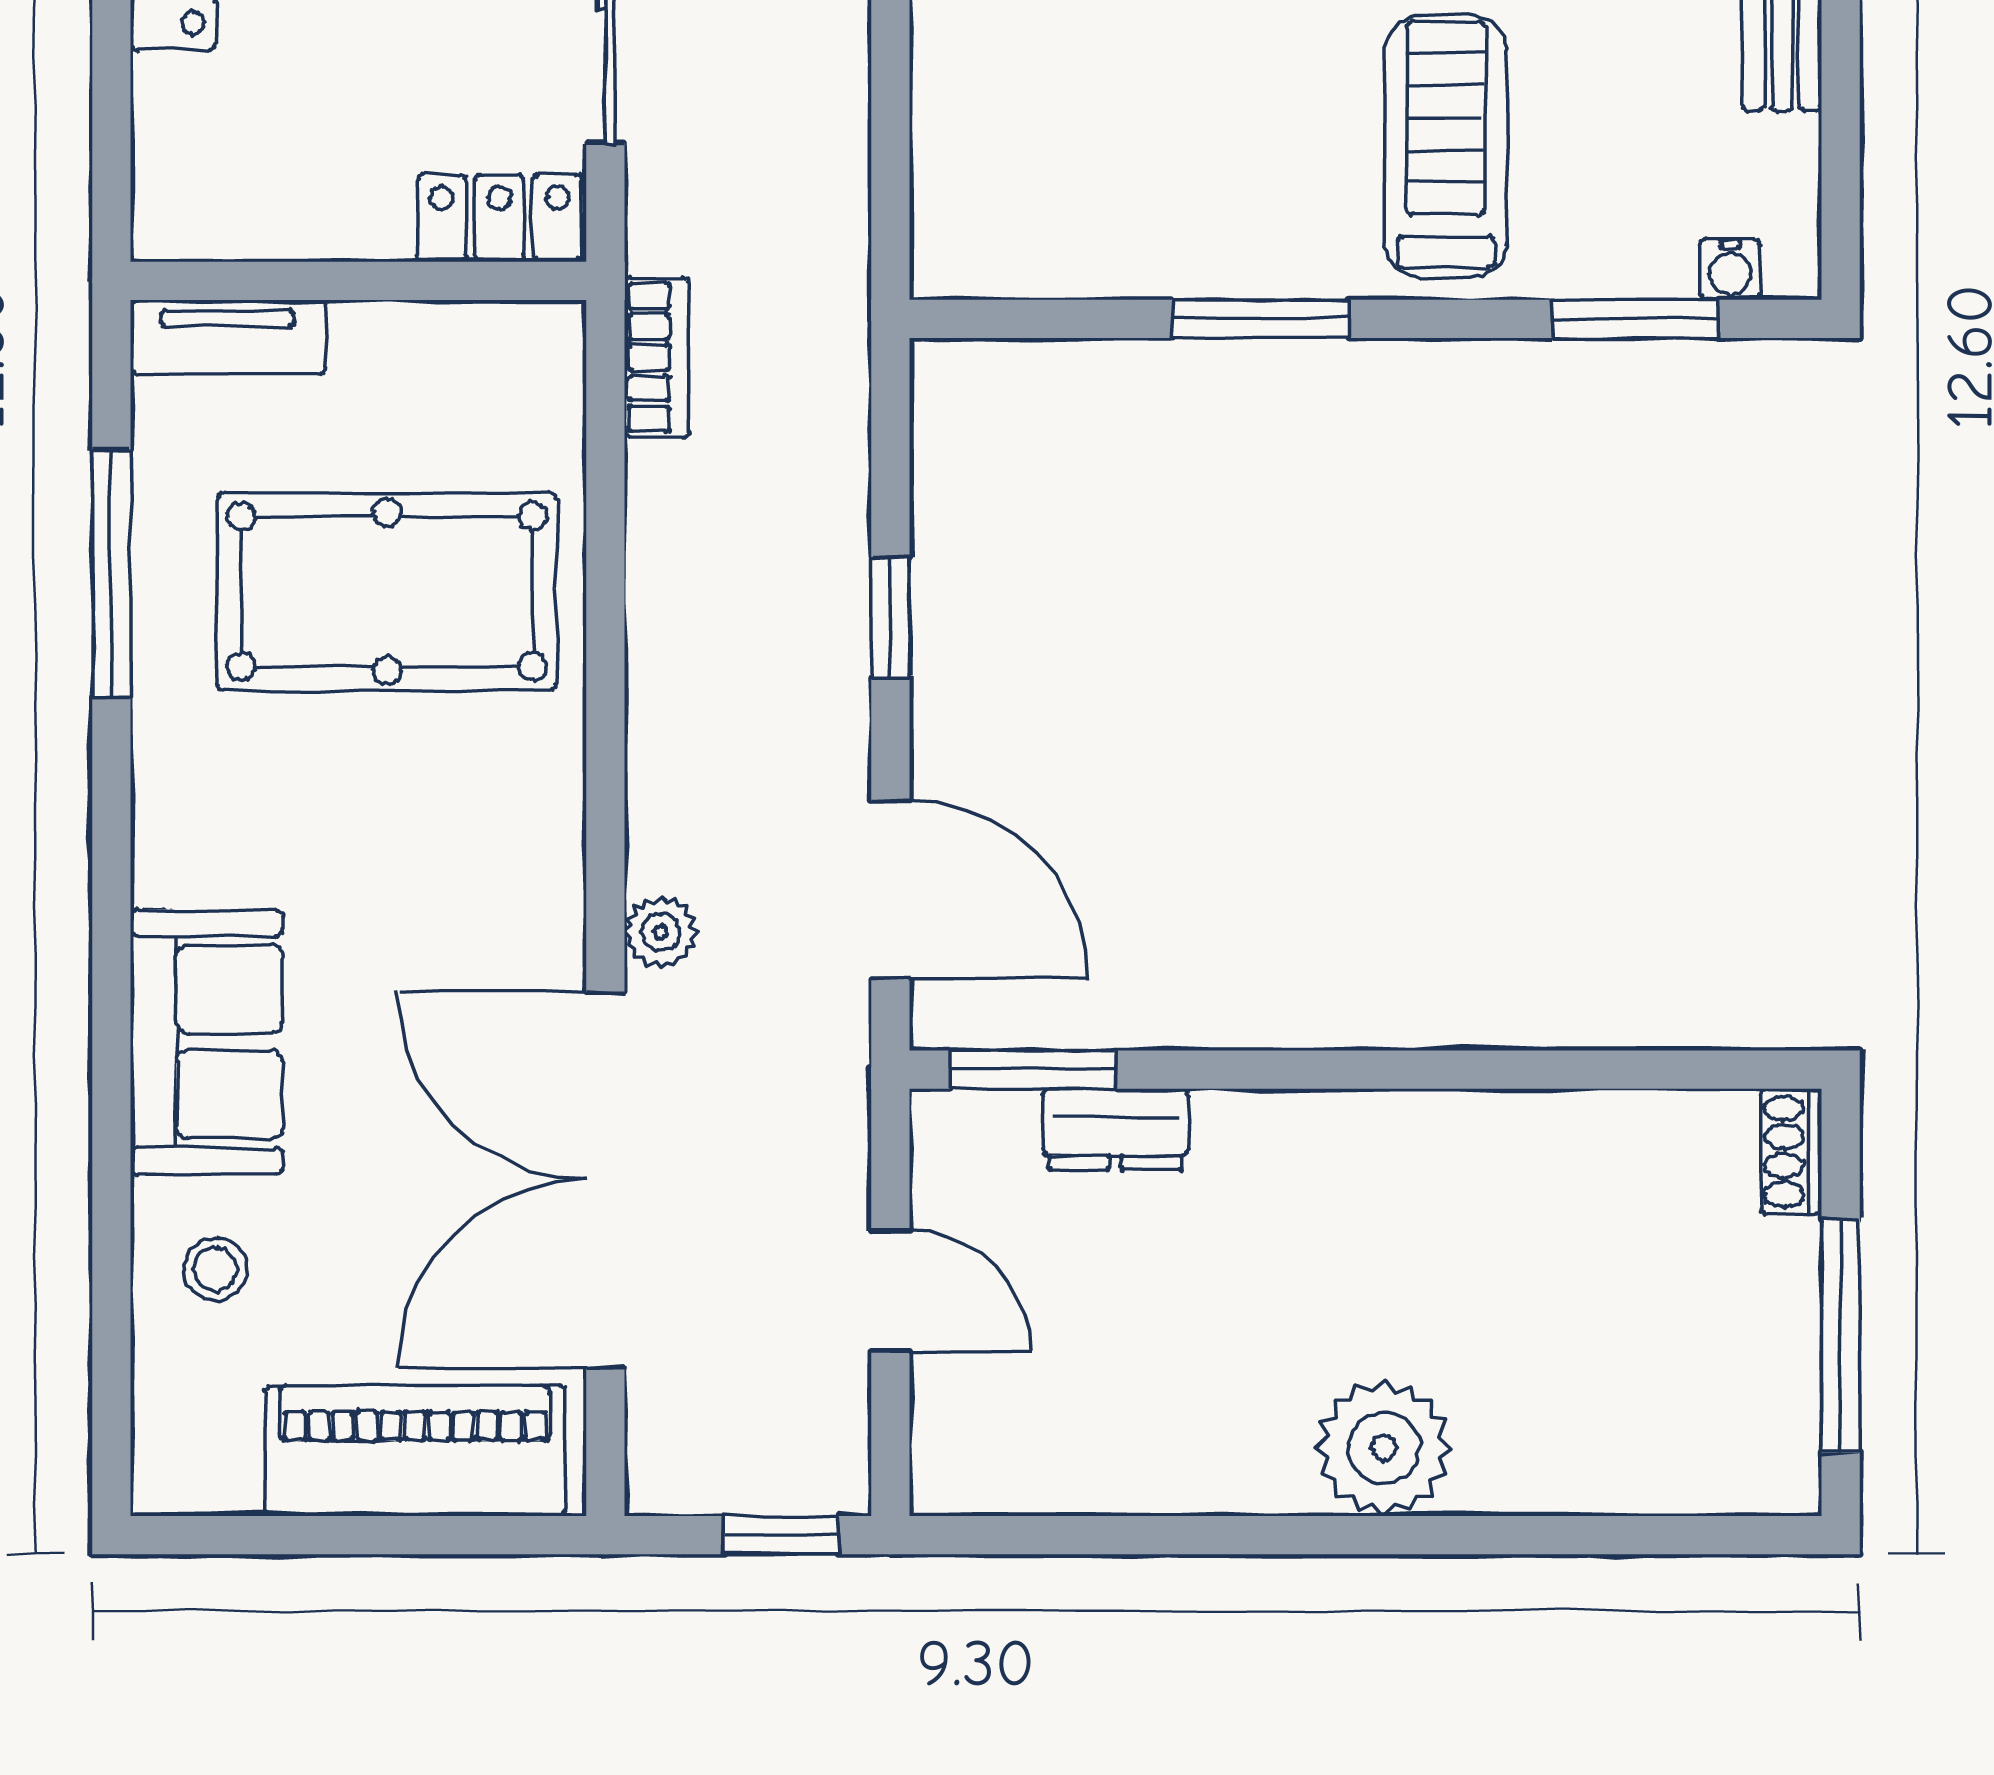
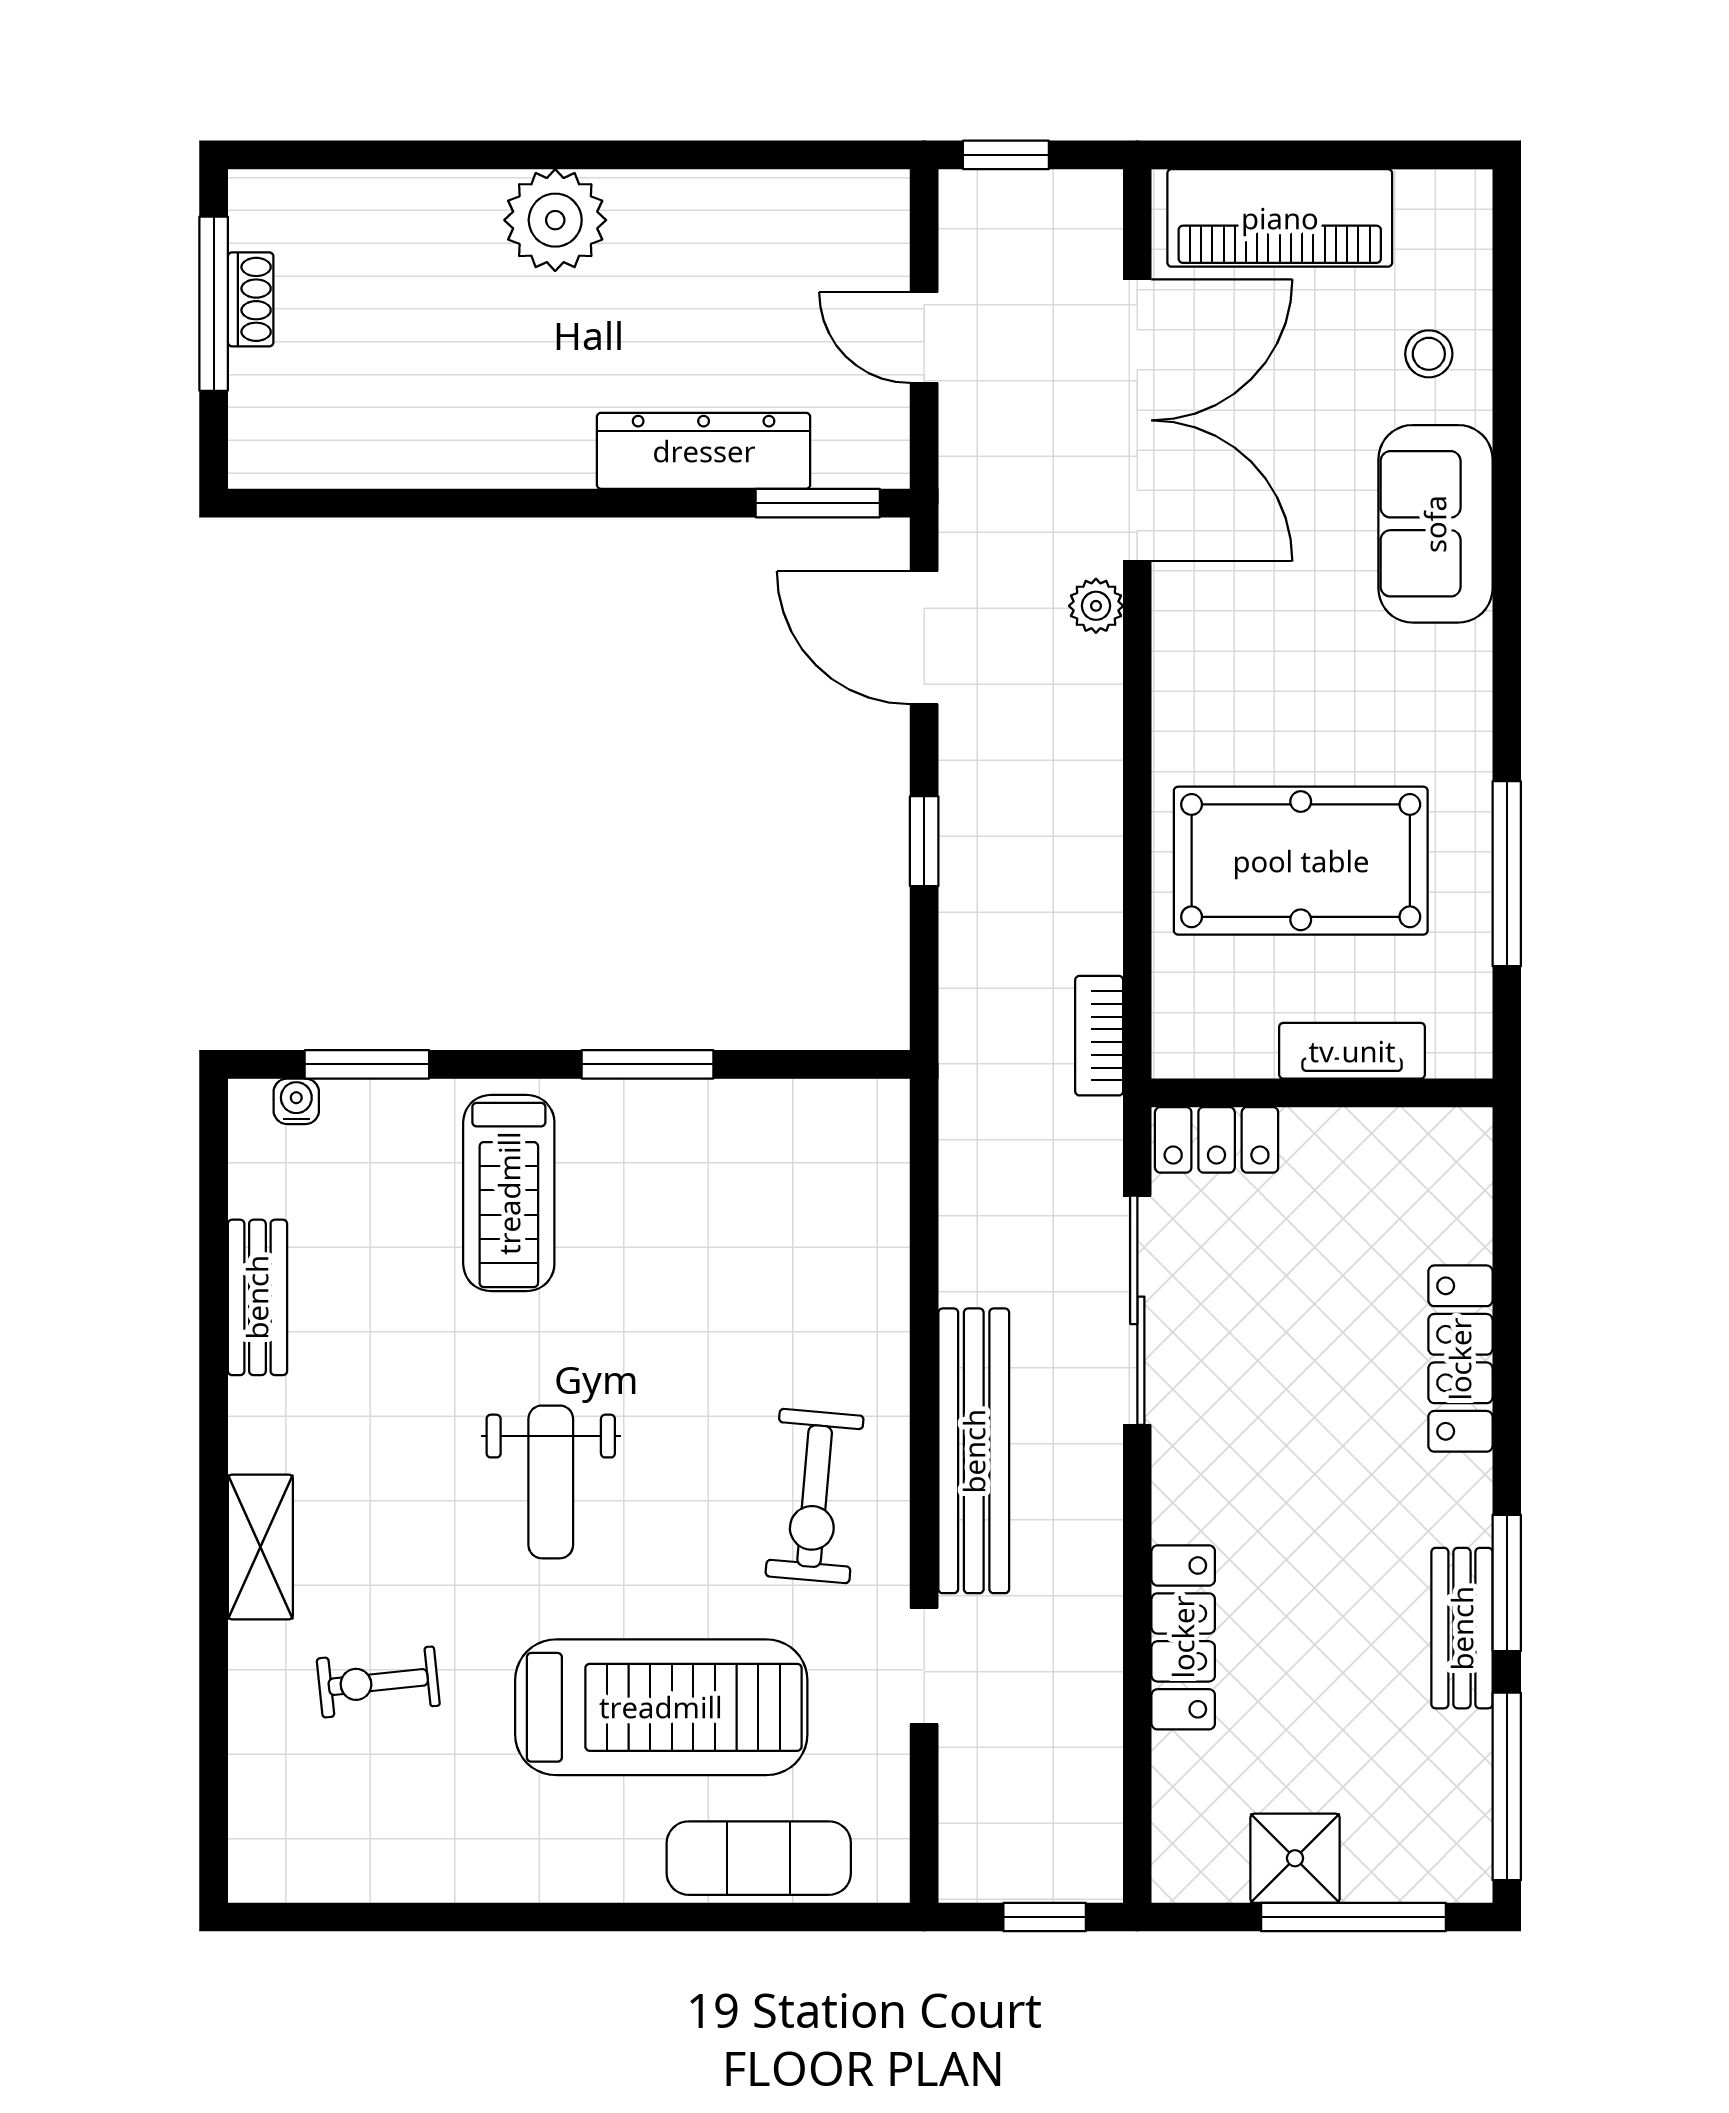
tv unit: (228, 337) -> (1352, 1051), moved
dresser: (1115, 1129) -> (704, 451), width x1.96, depth x1.24
shoe rack: (1791, 1151) -> (251, 299), moved

